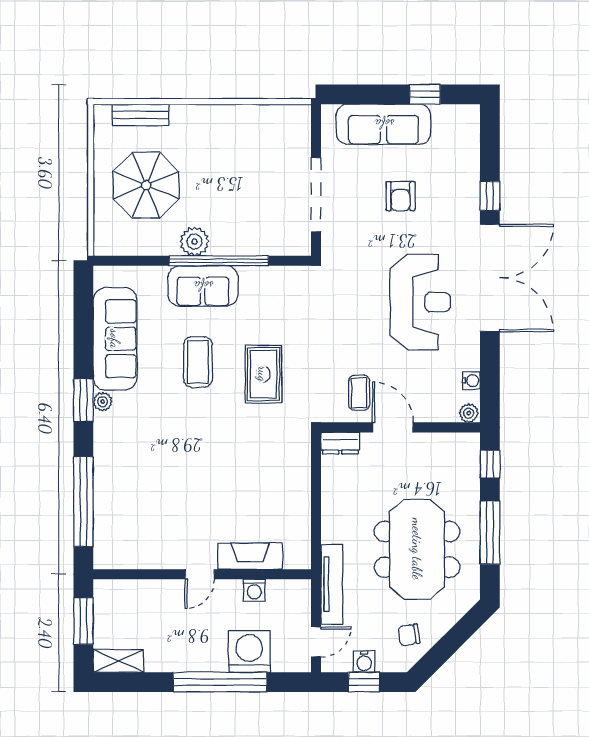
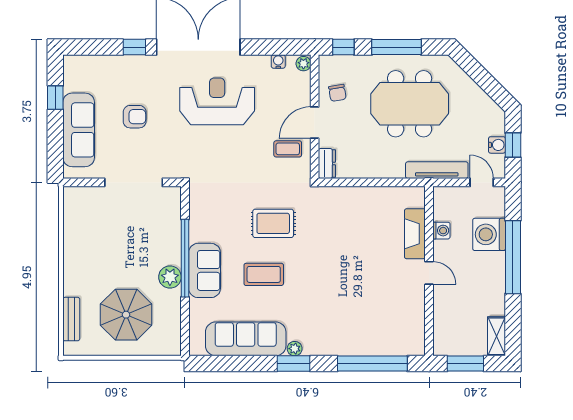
chair: (409, 635) -> (337, 93), moved

